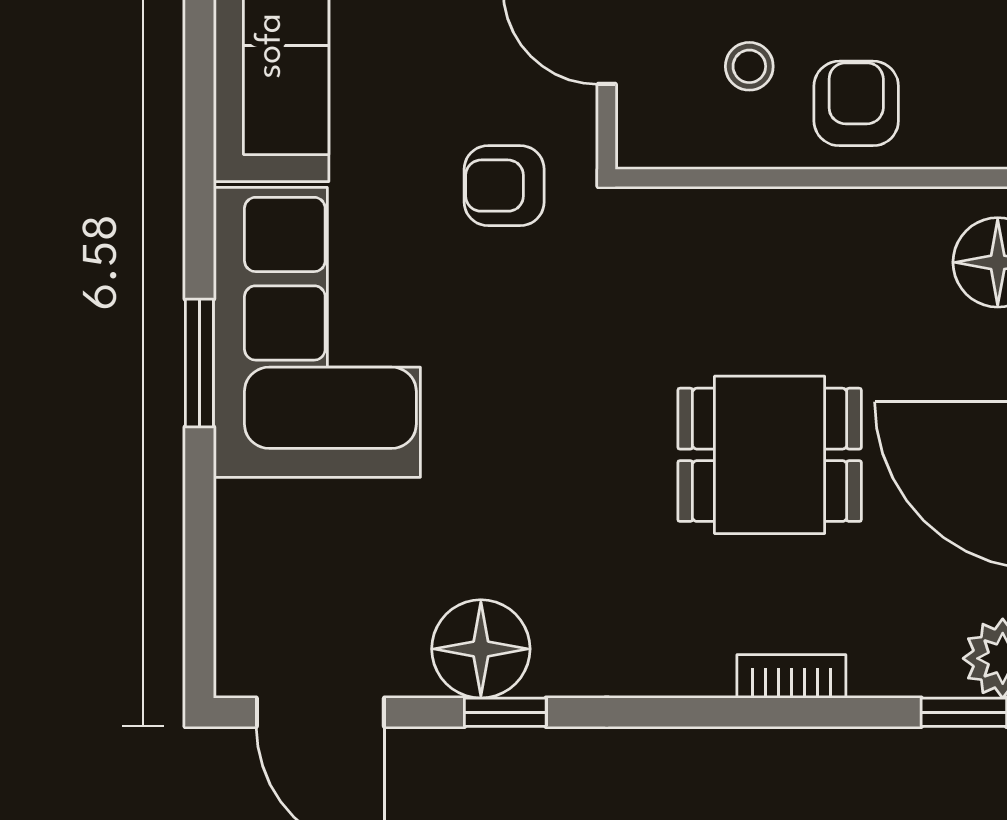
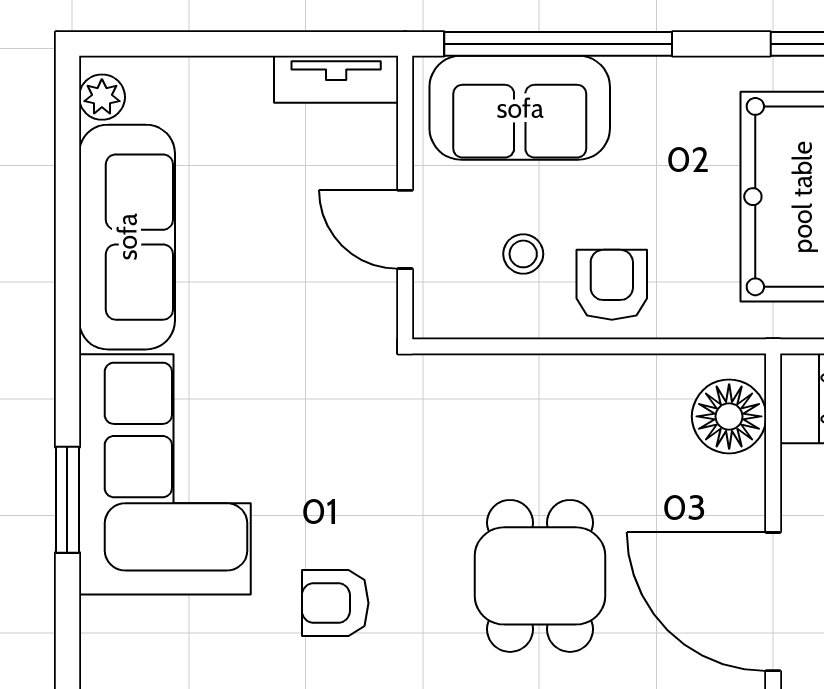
armchair: (504, 186) -> (335, 603), moved
dining table: (770, 455) -> (540, 576), turned 90

